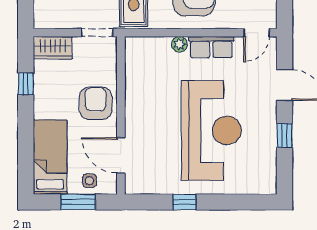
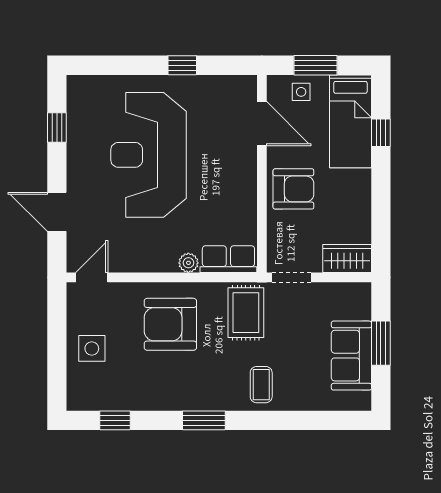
row of seats: (211, 47) -> (228, 259), moved
window: (26, 84) -> (381, 133), moved
armchair: (96, 103) -> (293, 189), turned -90
window: (285, 135) -> (57, 127), moved

